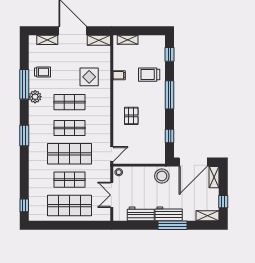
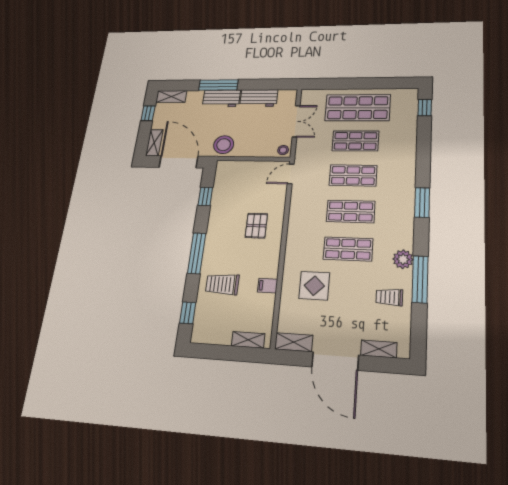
trolley: (149, 75) -> (222, 284), turned 180
shop shelf: (70, 154) -> (353, 175), width x0.70, depth x0.74
door: (193, 162) -> (178, 162), hinge flipped

